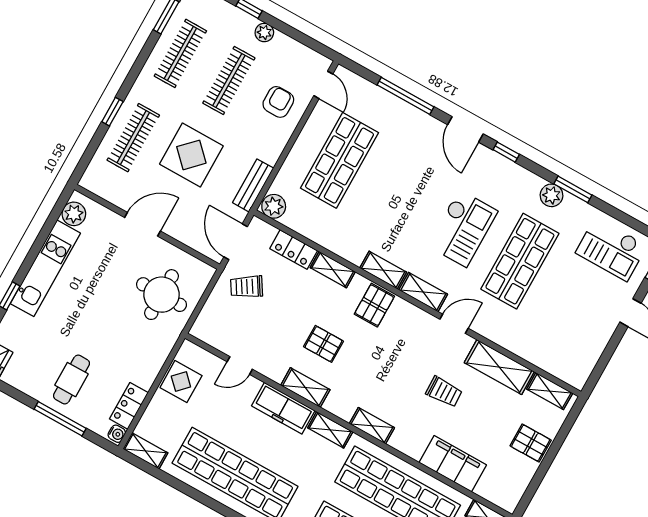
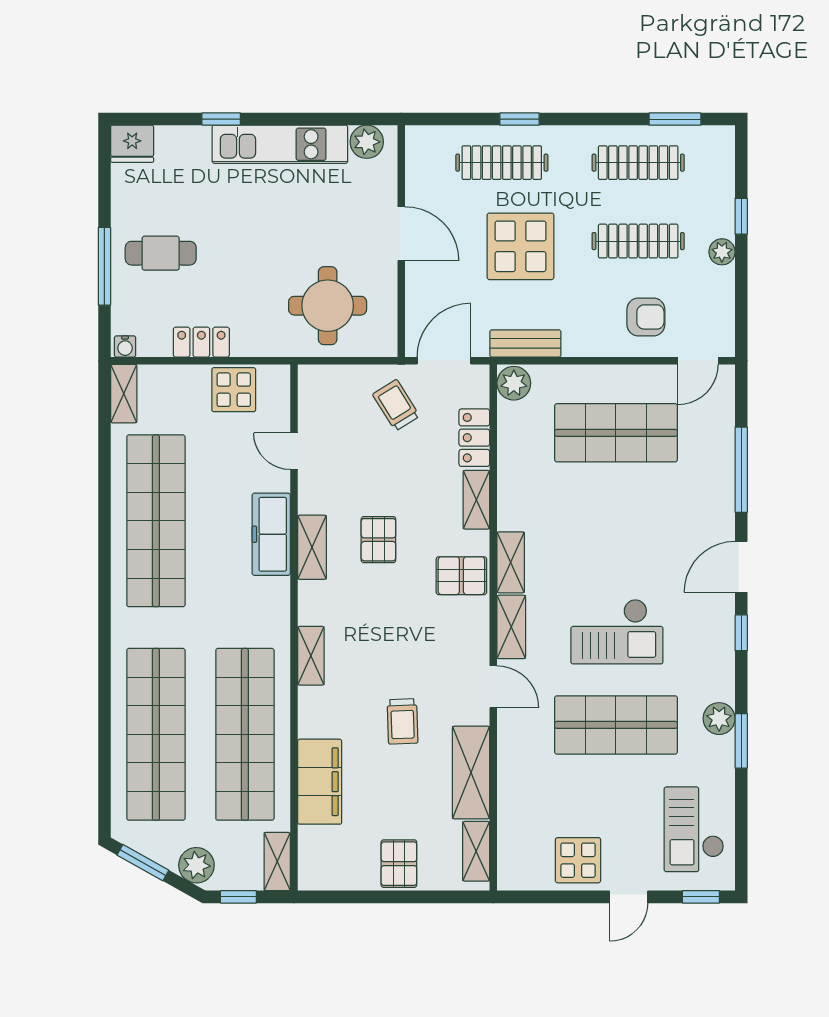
display table: (590, 331) -> (578, 860), added
locker: (129, 406) -> (201, 342), moved
shelving: (330, 430) -> (277, 607), removed

